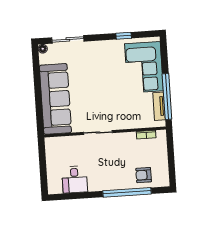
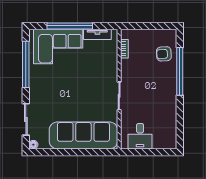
window: (124, 36) -> (26, 64), width x3.17
window: (167, 96) -> (70, 26), moved
armchair: (144, 175) -> (164, 54), turned 86
desk: (75, 180) -> (140, 136), moved, turned 90

